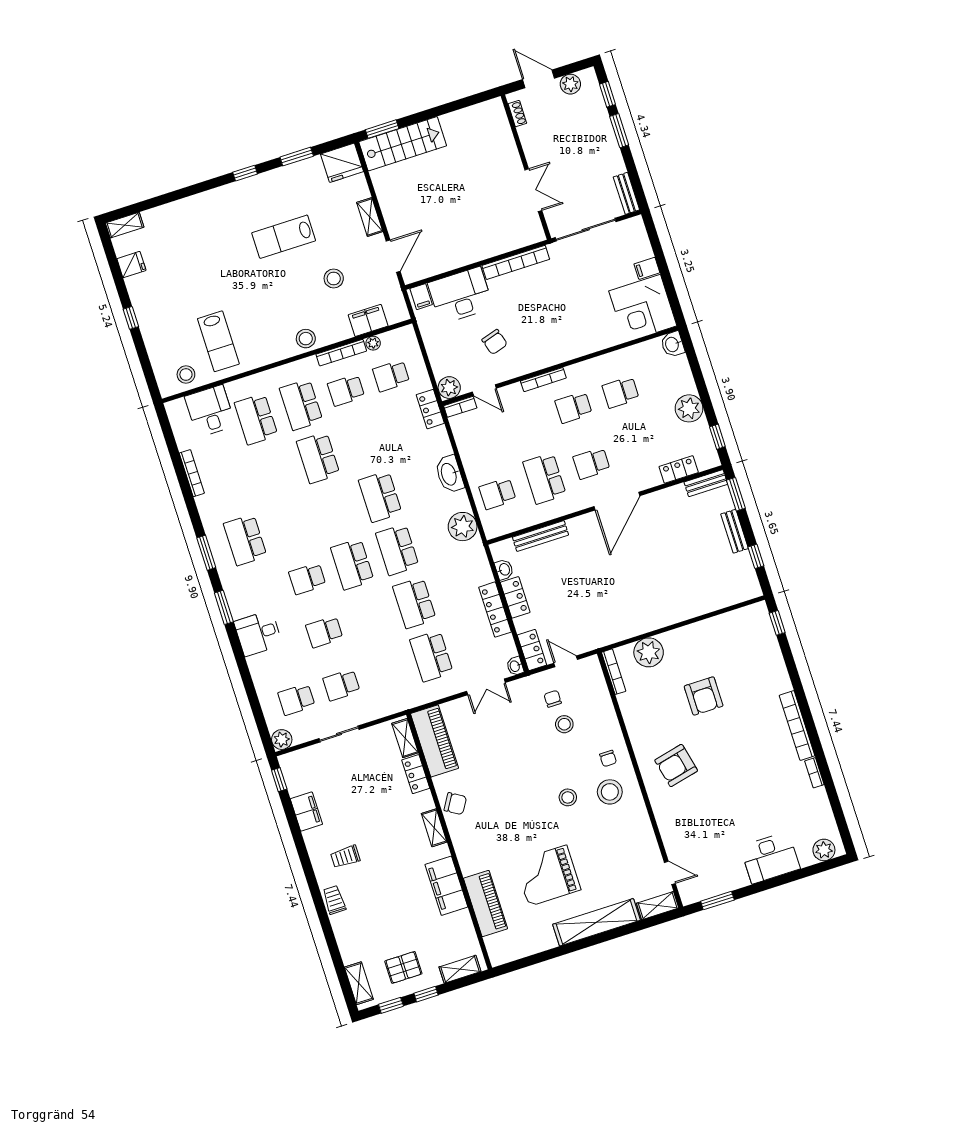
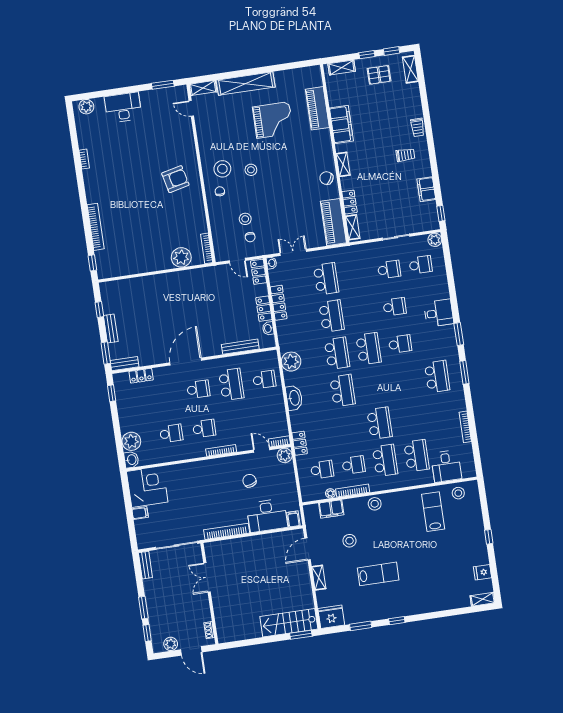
plant: (689, 408) -> (131, 441), moved
armchair: (704, 696) -> (149, 222), removed
bookcase: (797, 726) -> (96, 227), moved

